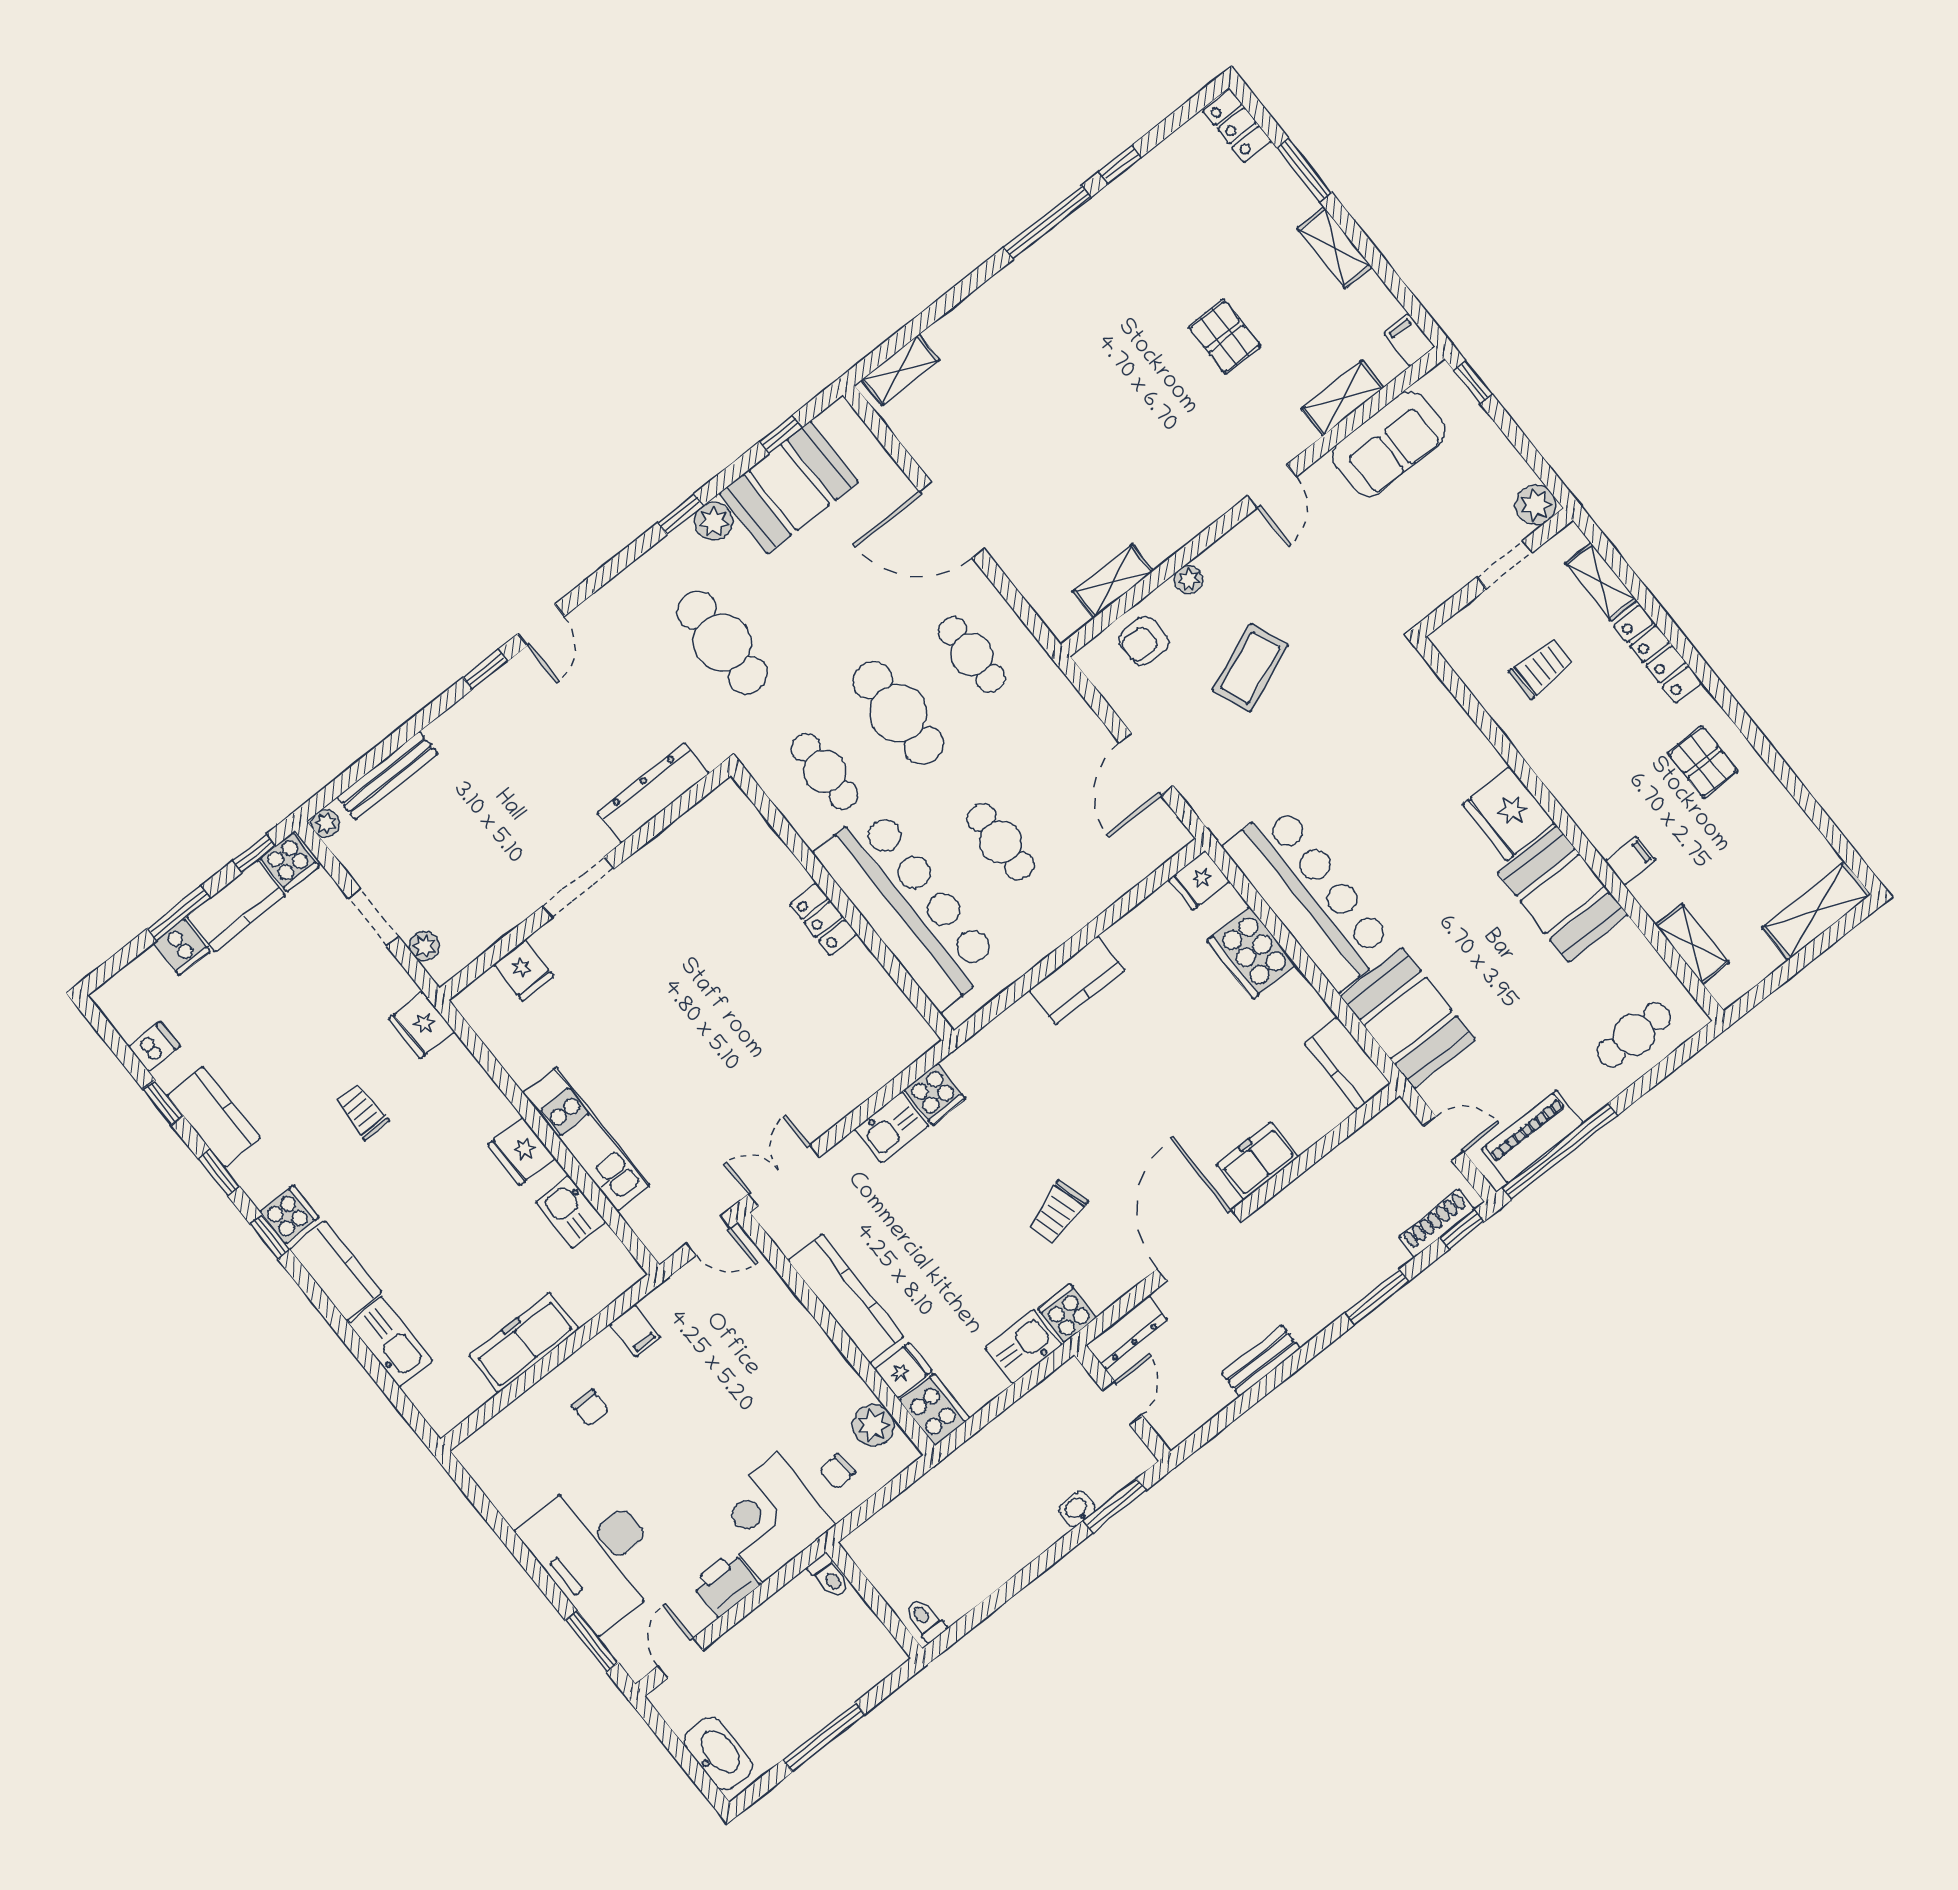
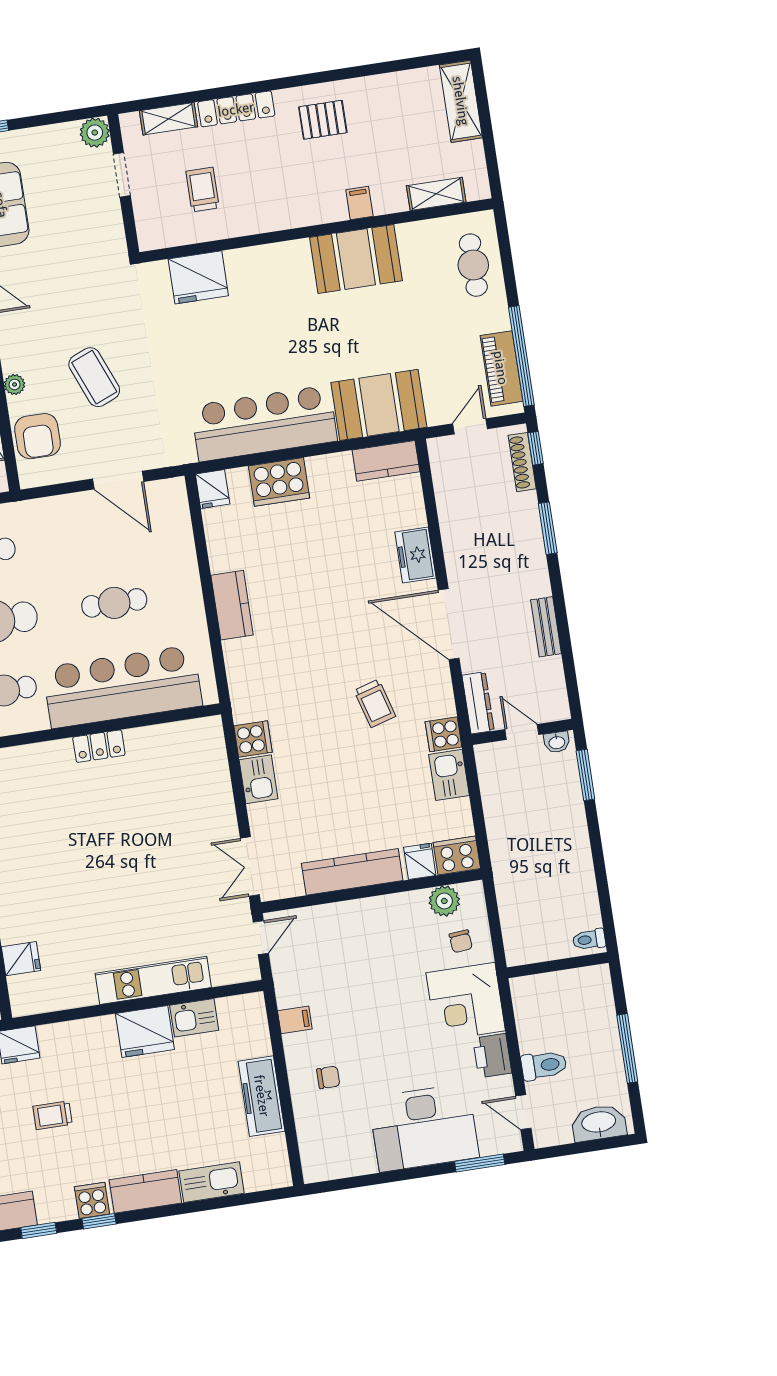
armchair: (1144, 641) -> (37, 436), width x1.38, depth x1.38
fridge: (1509, 814) -> (198, 277), moved
fridge: (521, 1151) -> (145, 1031), width x1.36, depth x1.34
washbasin: (1077, 1509) -> (557, 742), moved, turned -90
toilet: (829, 1576) -> (544, 1065), moved, width x1.37, depth x1.39

